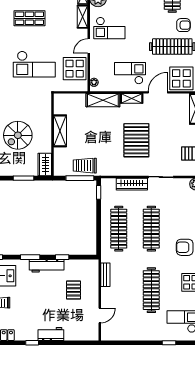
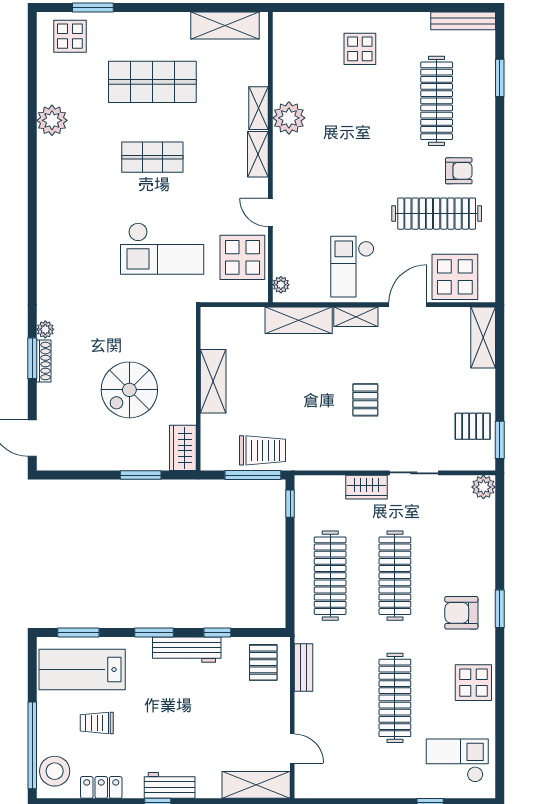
checkout: (109, 28) -> (311, 177), removed
door: (89, 46) -> (270, 212), hinge flipped
checkout: (130, 73) -> (352, 267), turned -90
pallet: (136, 140) -> (365, 400), width x0.49, depth x0.50
trolley: (85, 166) -> (262, 450), turned 180
wardrobe: (132, 184) -> (367, 487), width x0.67
pallet: (74, 290) -> (263, 663), moved
door: (100, 315) -> (292, 748), hinge flipped
workbench: (51, 334) -> (170, 785), moved
shelving: (82, 334) -> (256, 785), added

